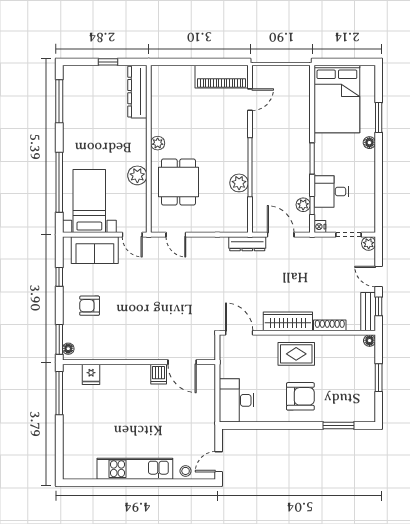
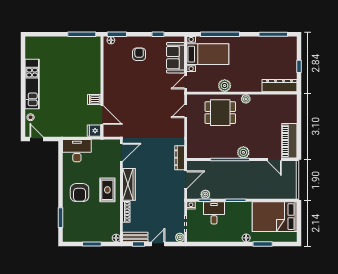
plant: (239, 183) -> (243, 152), moved
door: (182, 362) -> (102, 115), swing flipped
fridge: (91, 374) -> (94, 131), moved

